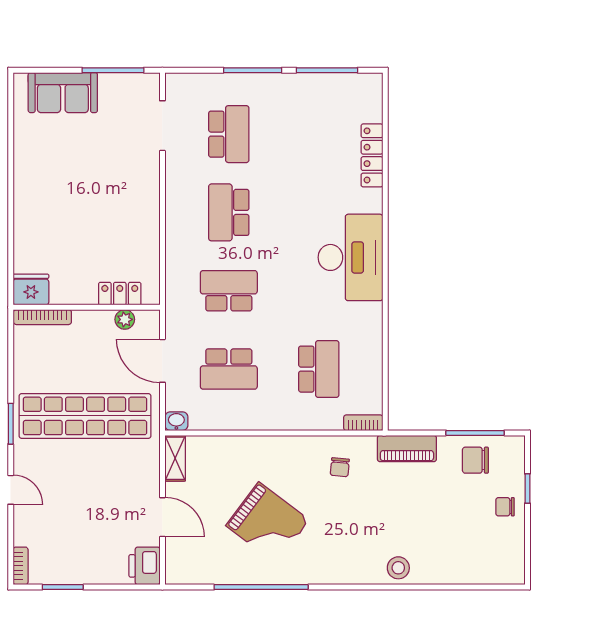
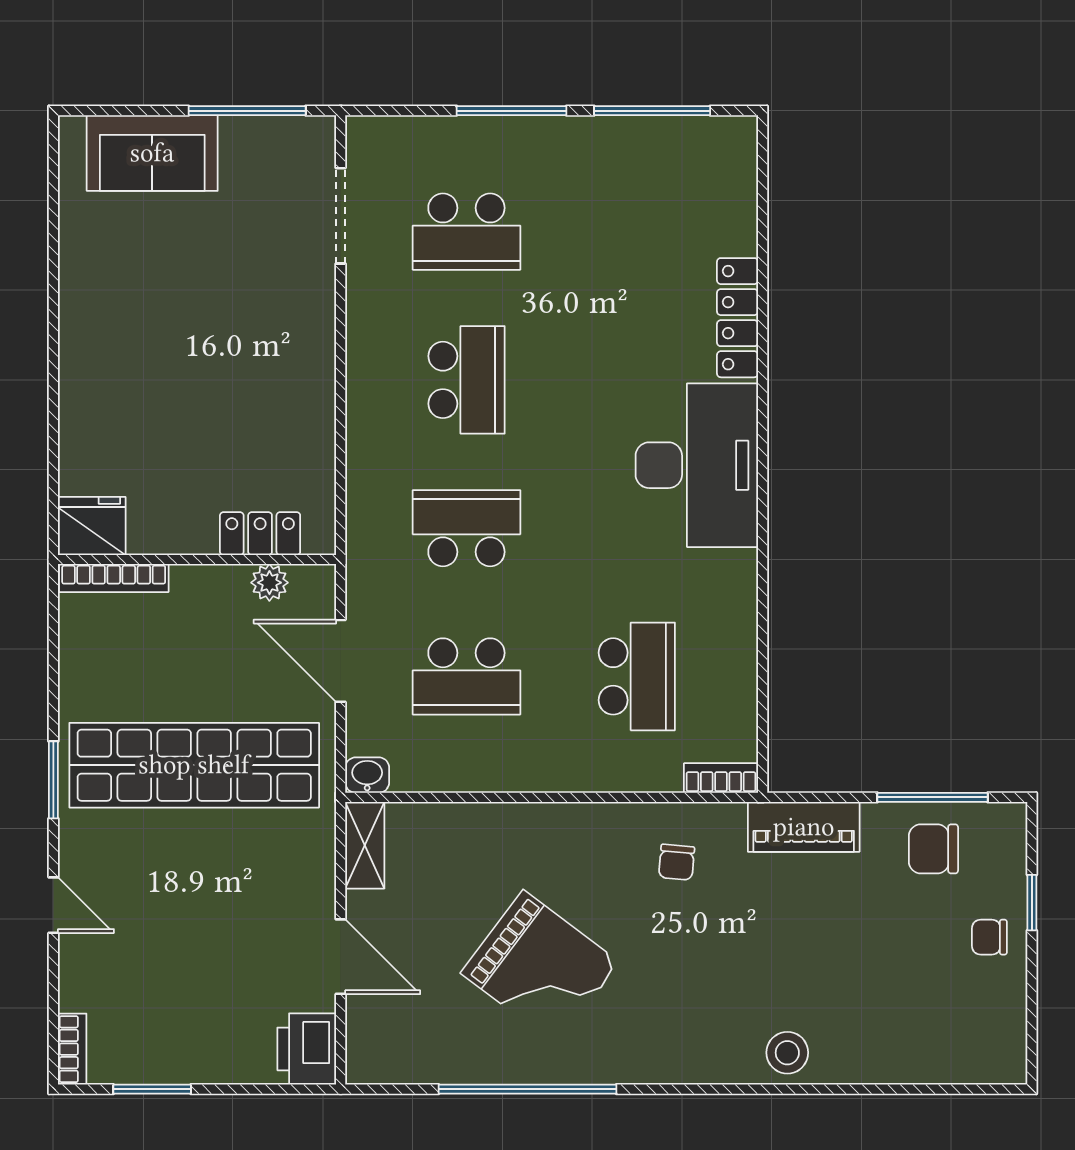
school desk: (229, 134) -> (466, 232), turned 90
locker: (372, 155) -> (738, 318), moved
school desk: (229, 212) -> (466, 380), turned 180

